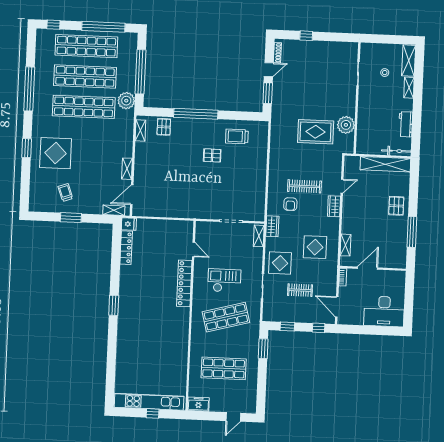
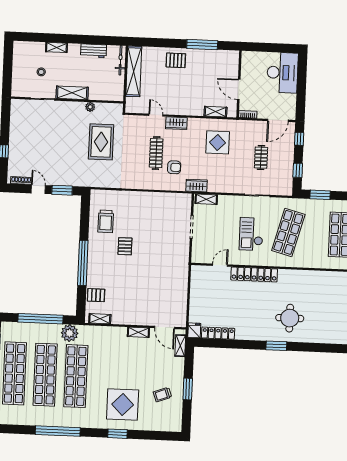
shelving: (409, 61) -> (72, 93), moved
plant: (346, 125) -> (90, 107), width x0.53, depth x0.53
display table: (280, 263) -> (234, 178), removed
shop shelf: (226, 317) -> (288, 232), turned 30
round table: (141, 319) -> (290, 318), added

